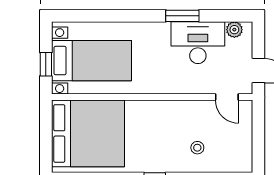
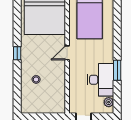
door: (227, 97) -> (67, 53), moved

